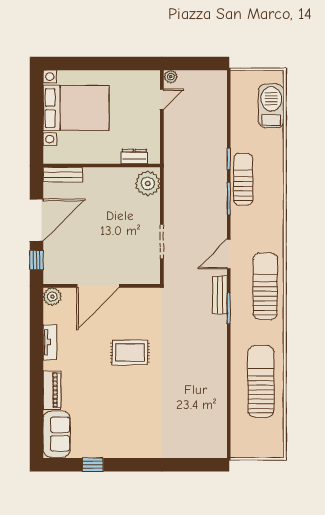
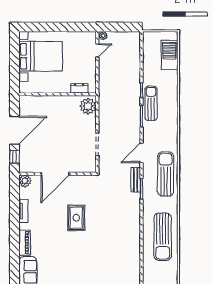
bench: (63, 175) -> (32, 100), removed
rug: (130, 353) -> (76, 218), turned 90
sun lounger: (261, 381) -> (163, 237), turned 180

